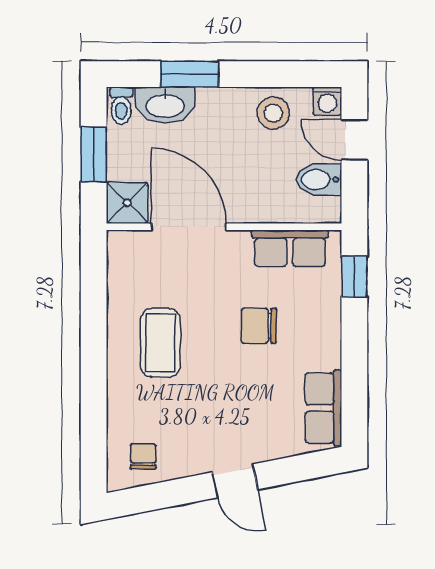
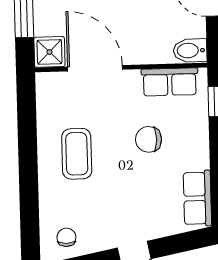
bidet: (319, 180) -> (190, 50), moved

